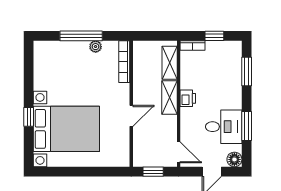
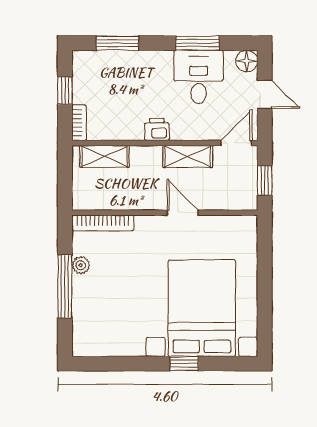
shelving: (169, 98) -> (188, 156), moved

